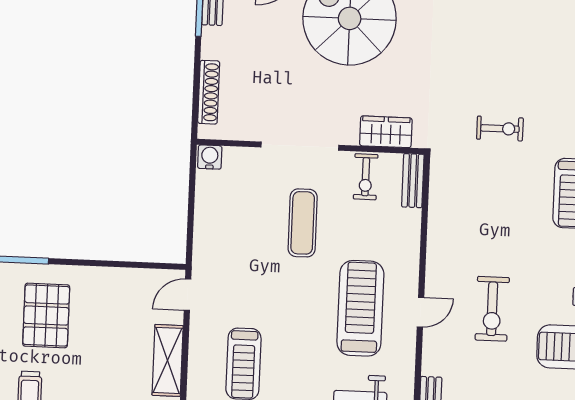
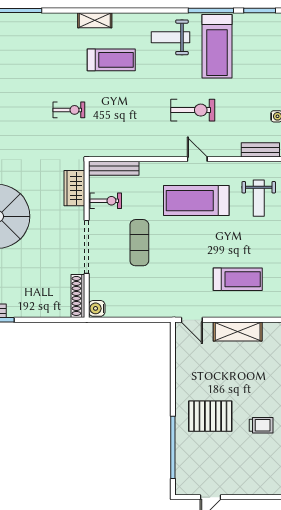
shoe rack: (209, 92) -> (78, 296), moved, turned -90
exercise bike: (500, 129) -> (69, 110), turned 90
bench: (413, 181) -> (114, 168), width x1.36
exercise mat: (303, 223) -> (139, 243), turned 90

